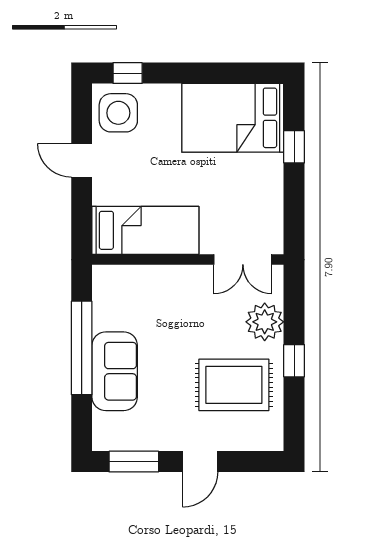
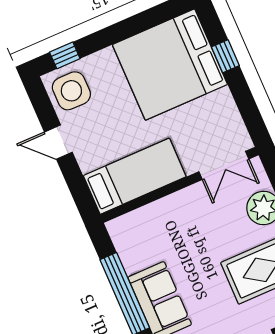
bed: (233, 118) -> (170, 65), width x1.36

